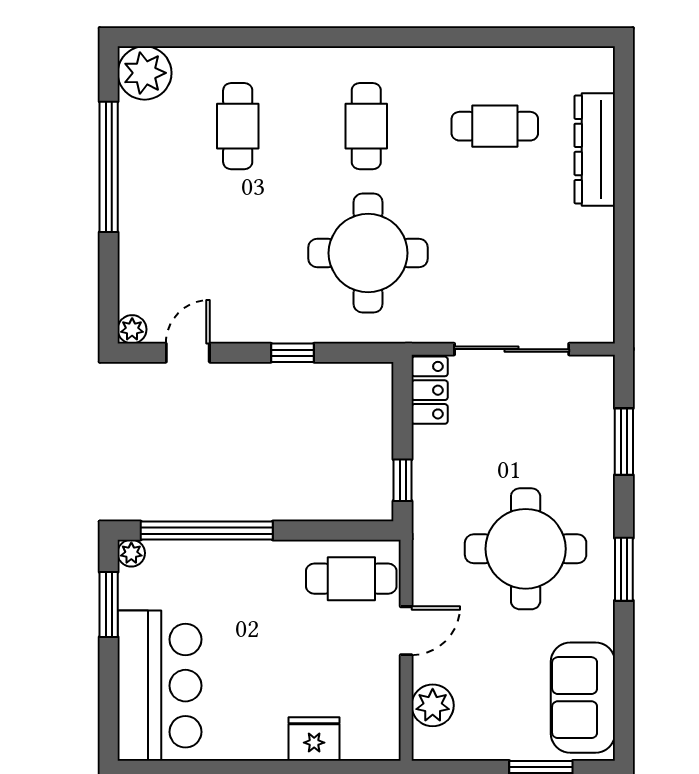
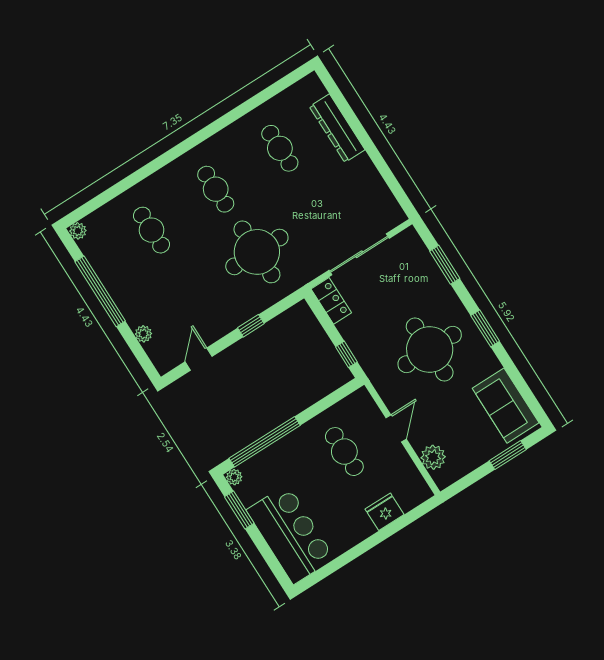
plant: (145, 73) -> (78, 231), width x0.53, depth x0.53
cafe table: (495, 126) -> (280, 148), turned 90
plant: (132, 329) -> (143, 334), moved
cafe table: (351, 579) -> (344, 452), moved, turned 90

